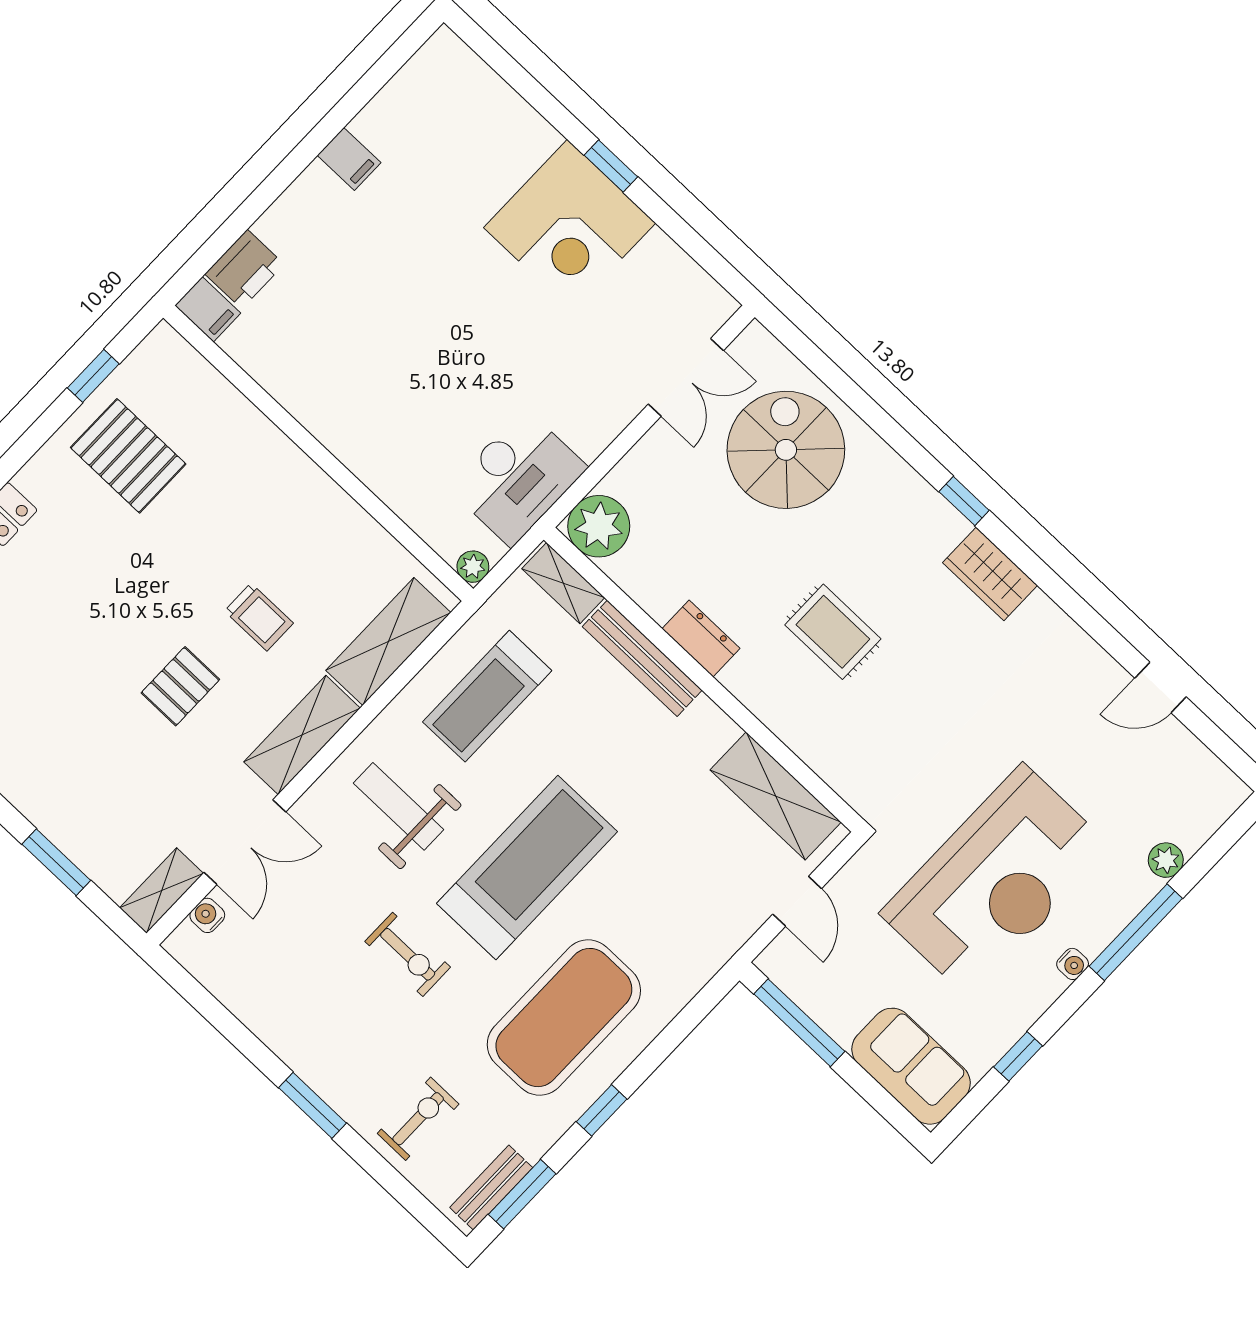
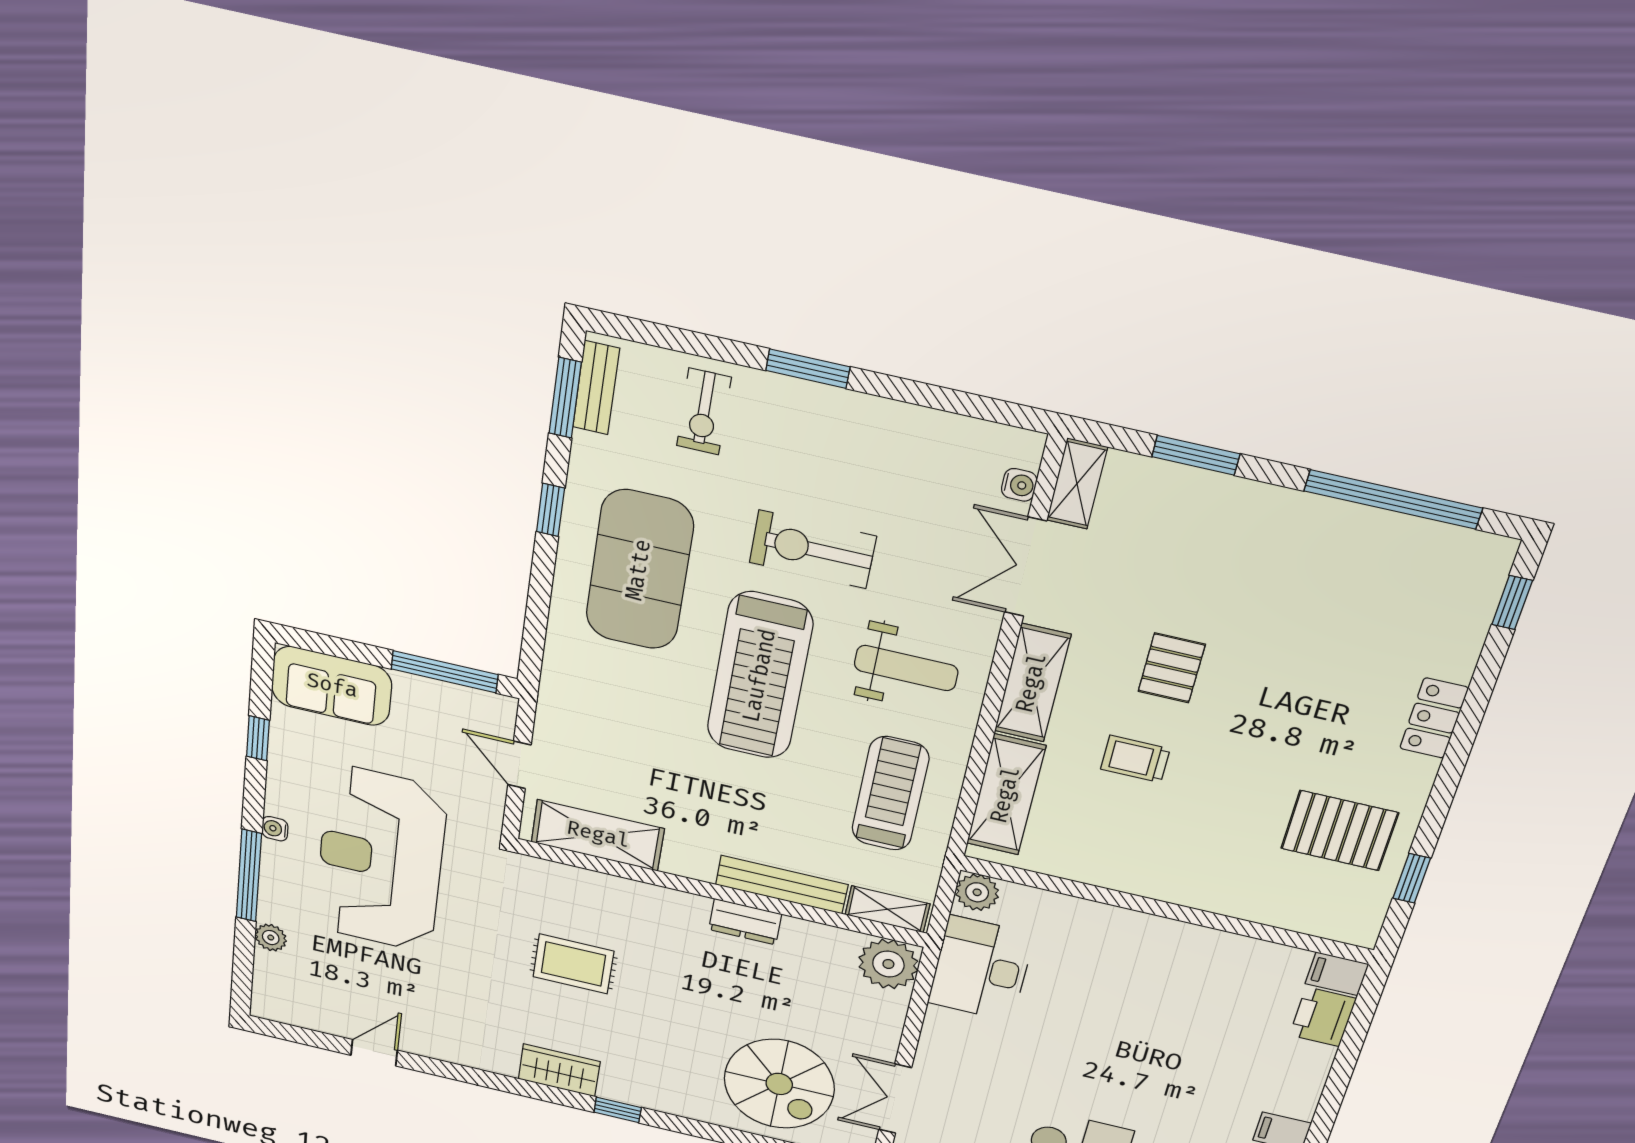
plant: (473, 567) -> (977, 892), width x1.38, depth x1.38
rug: (833, 632) -> (573, 964), moved
exercise bike: (408, 954) -> (813, 549), width x1.38, depth x1.39

